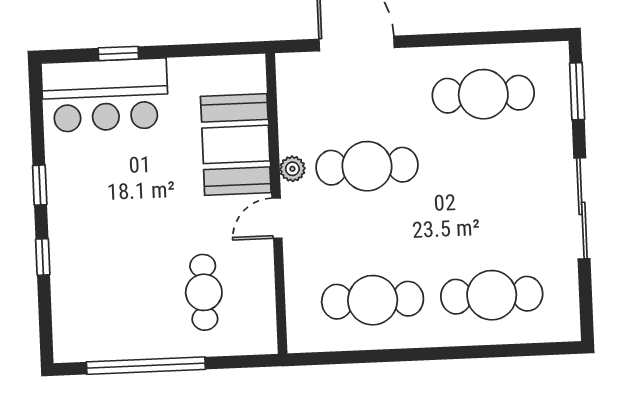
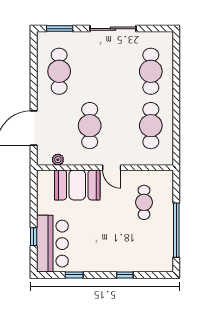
plant: (292, 169) -> (58, 160), moved
window: (40, 185) -> (74, 275), moved
cafe table: (204, 292) -> (144, 202), turned 90

